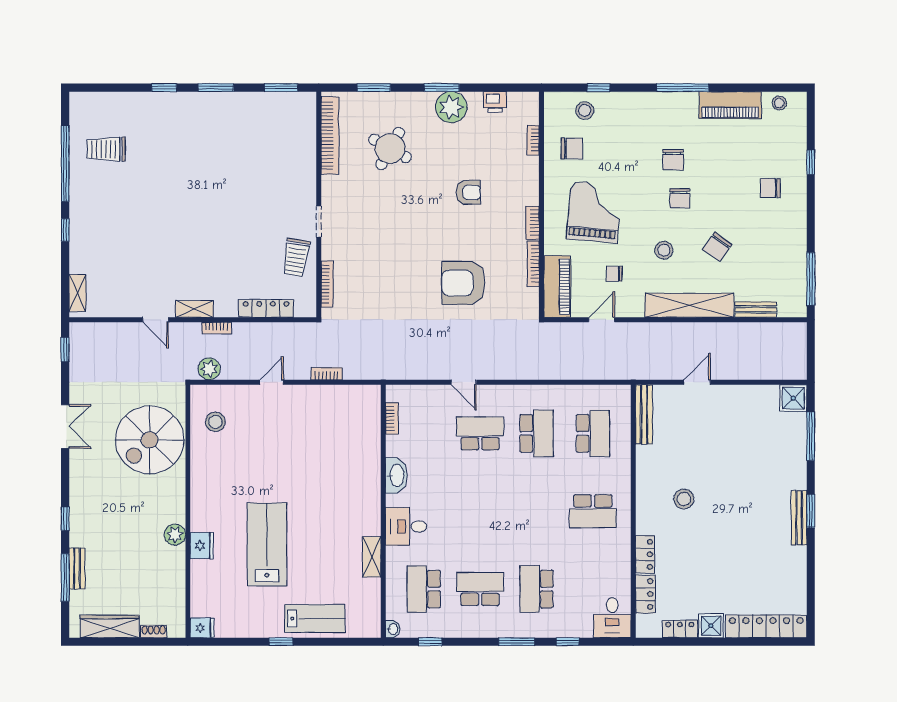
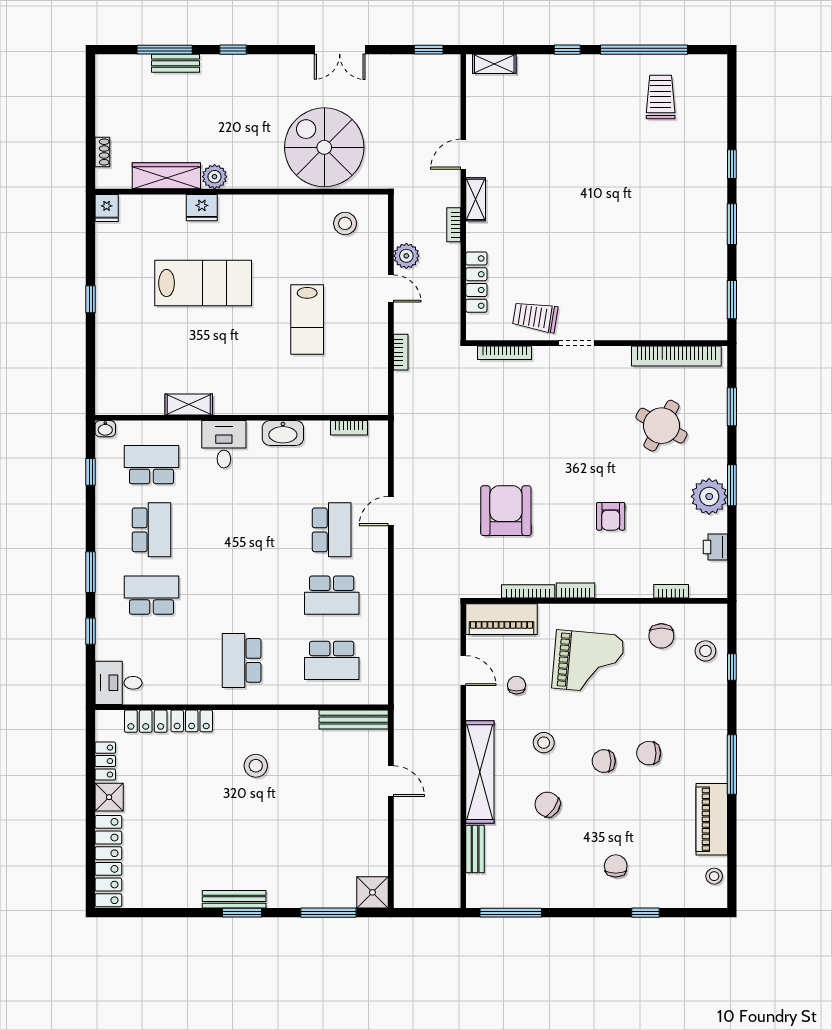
plant: (209, 369) -> (406, 256), moved
lab bench: (315, 619) -> (307, 319), moved
wardrobe: (110, 626) -> (166, 176), moved, turned -90

